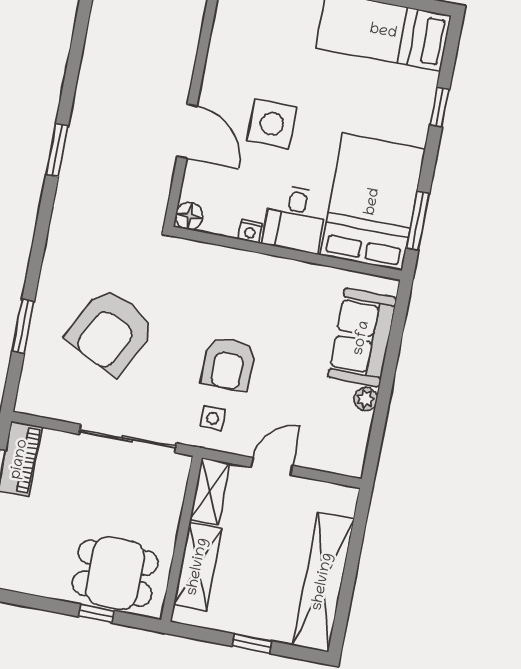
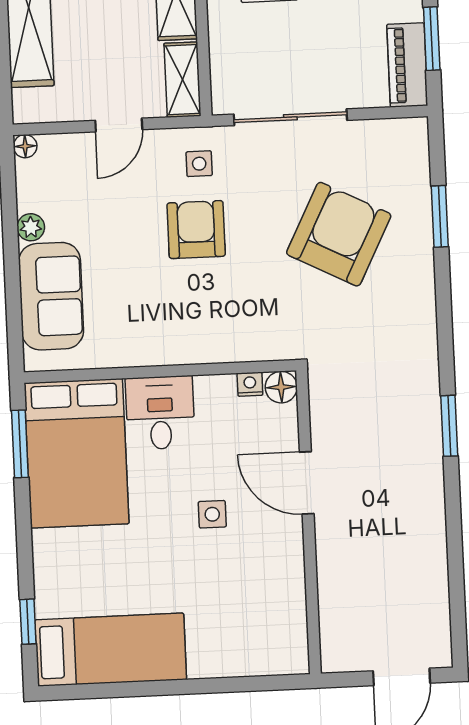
window: (440, 107) -> (28, 622), moved
side table: (272, 124) -> (212, 514), width x0.54, depth x0.54
nightstand: (250, 231) -> (250, 384), moved
floor lamp: (354, 467) -> (25, 146), added

